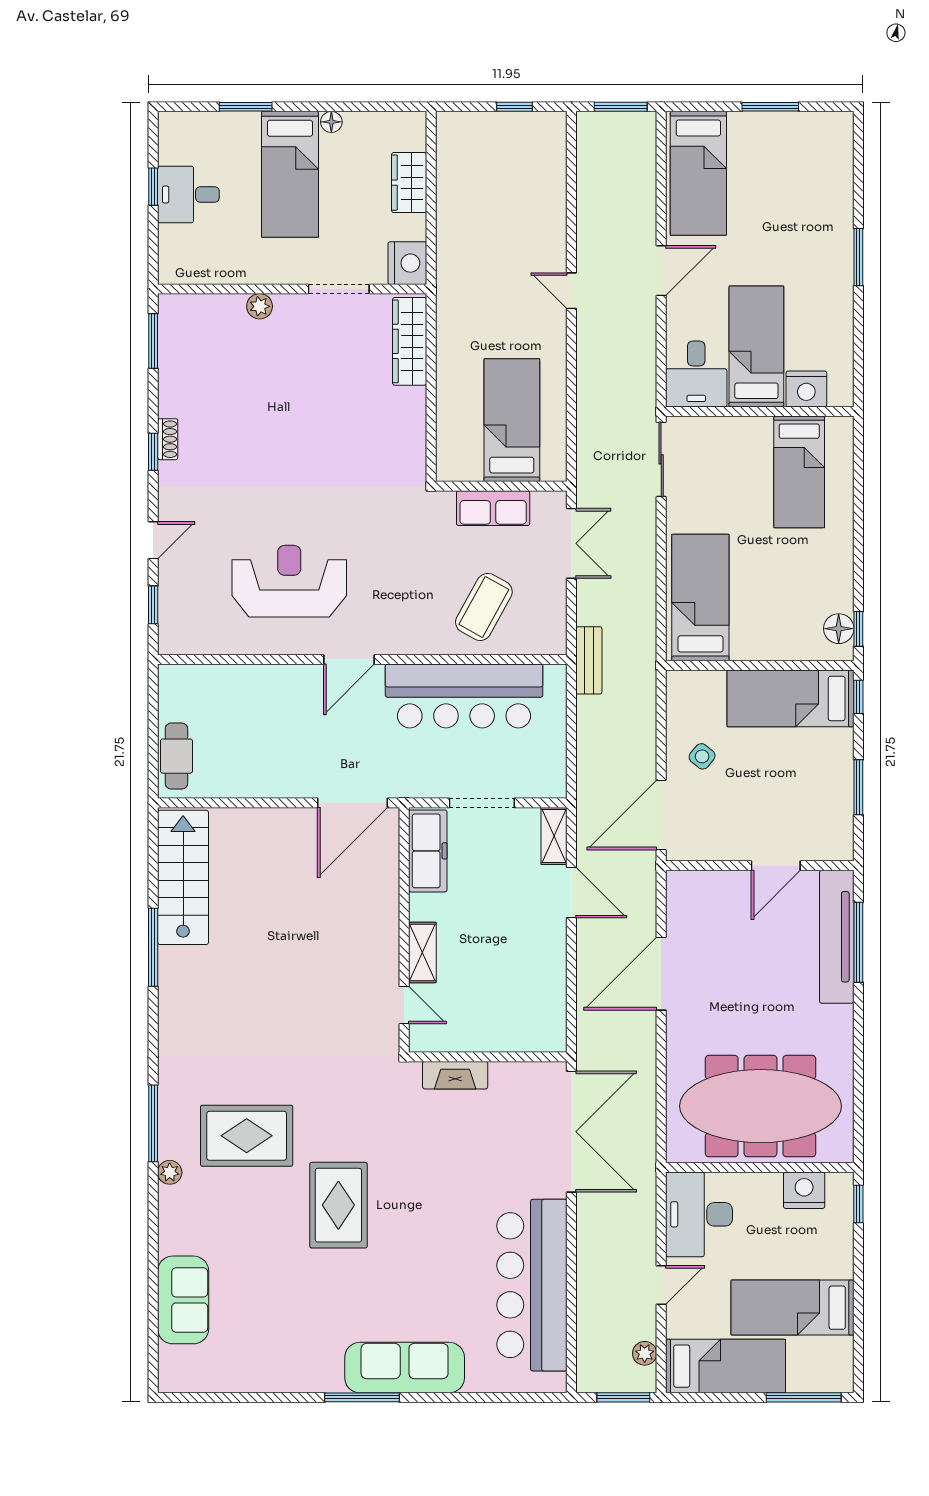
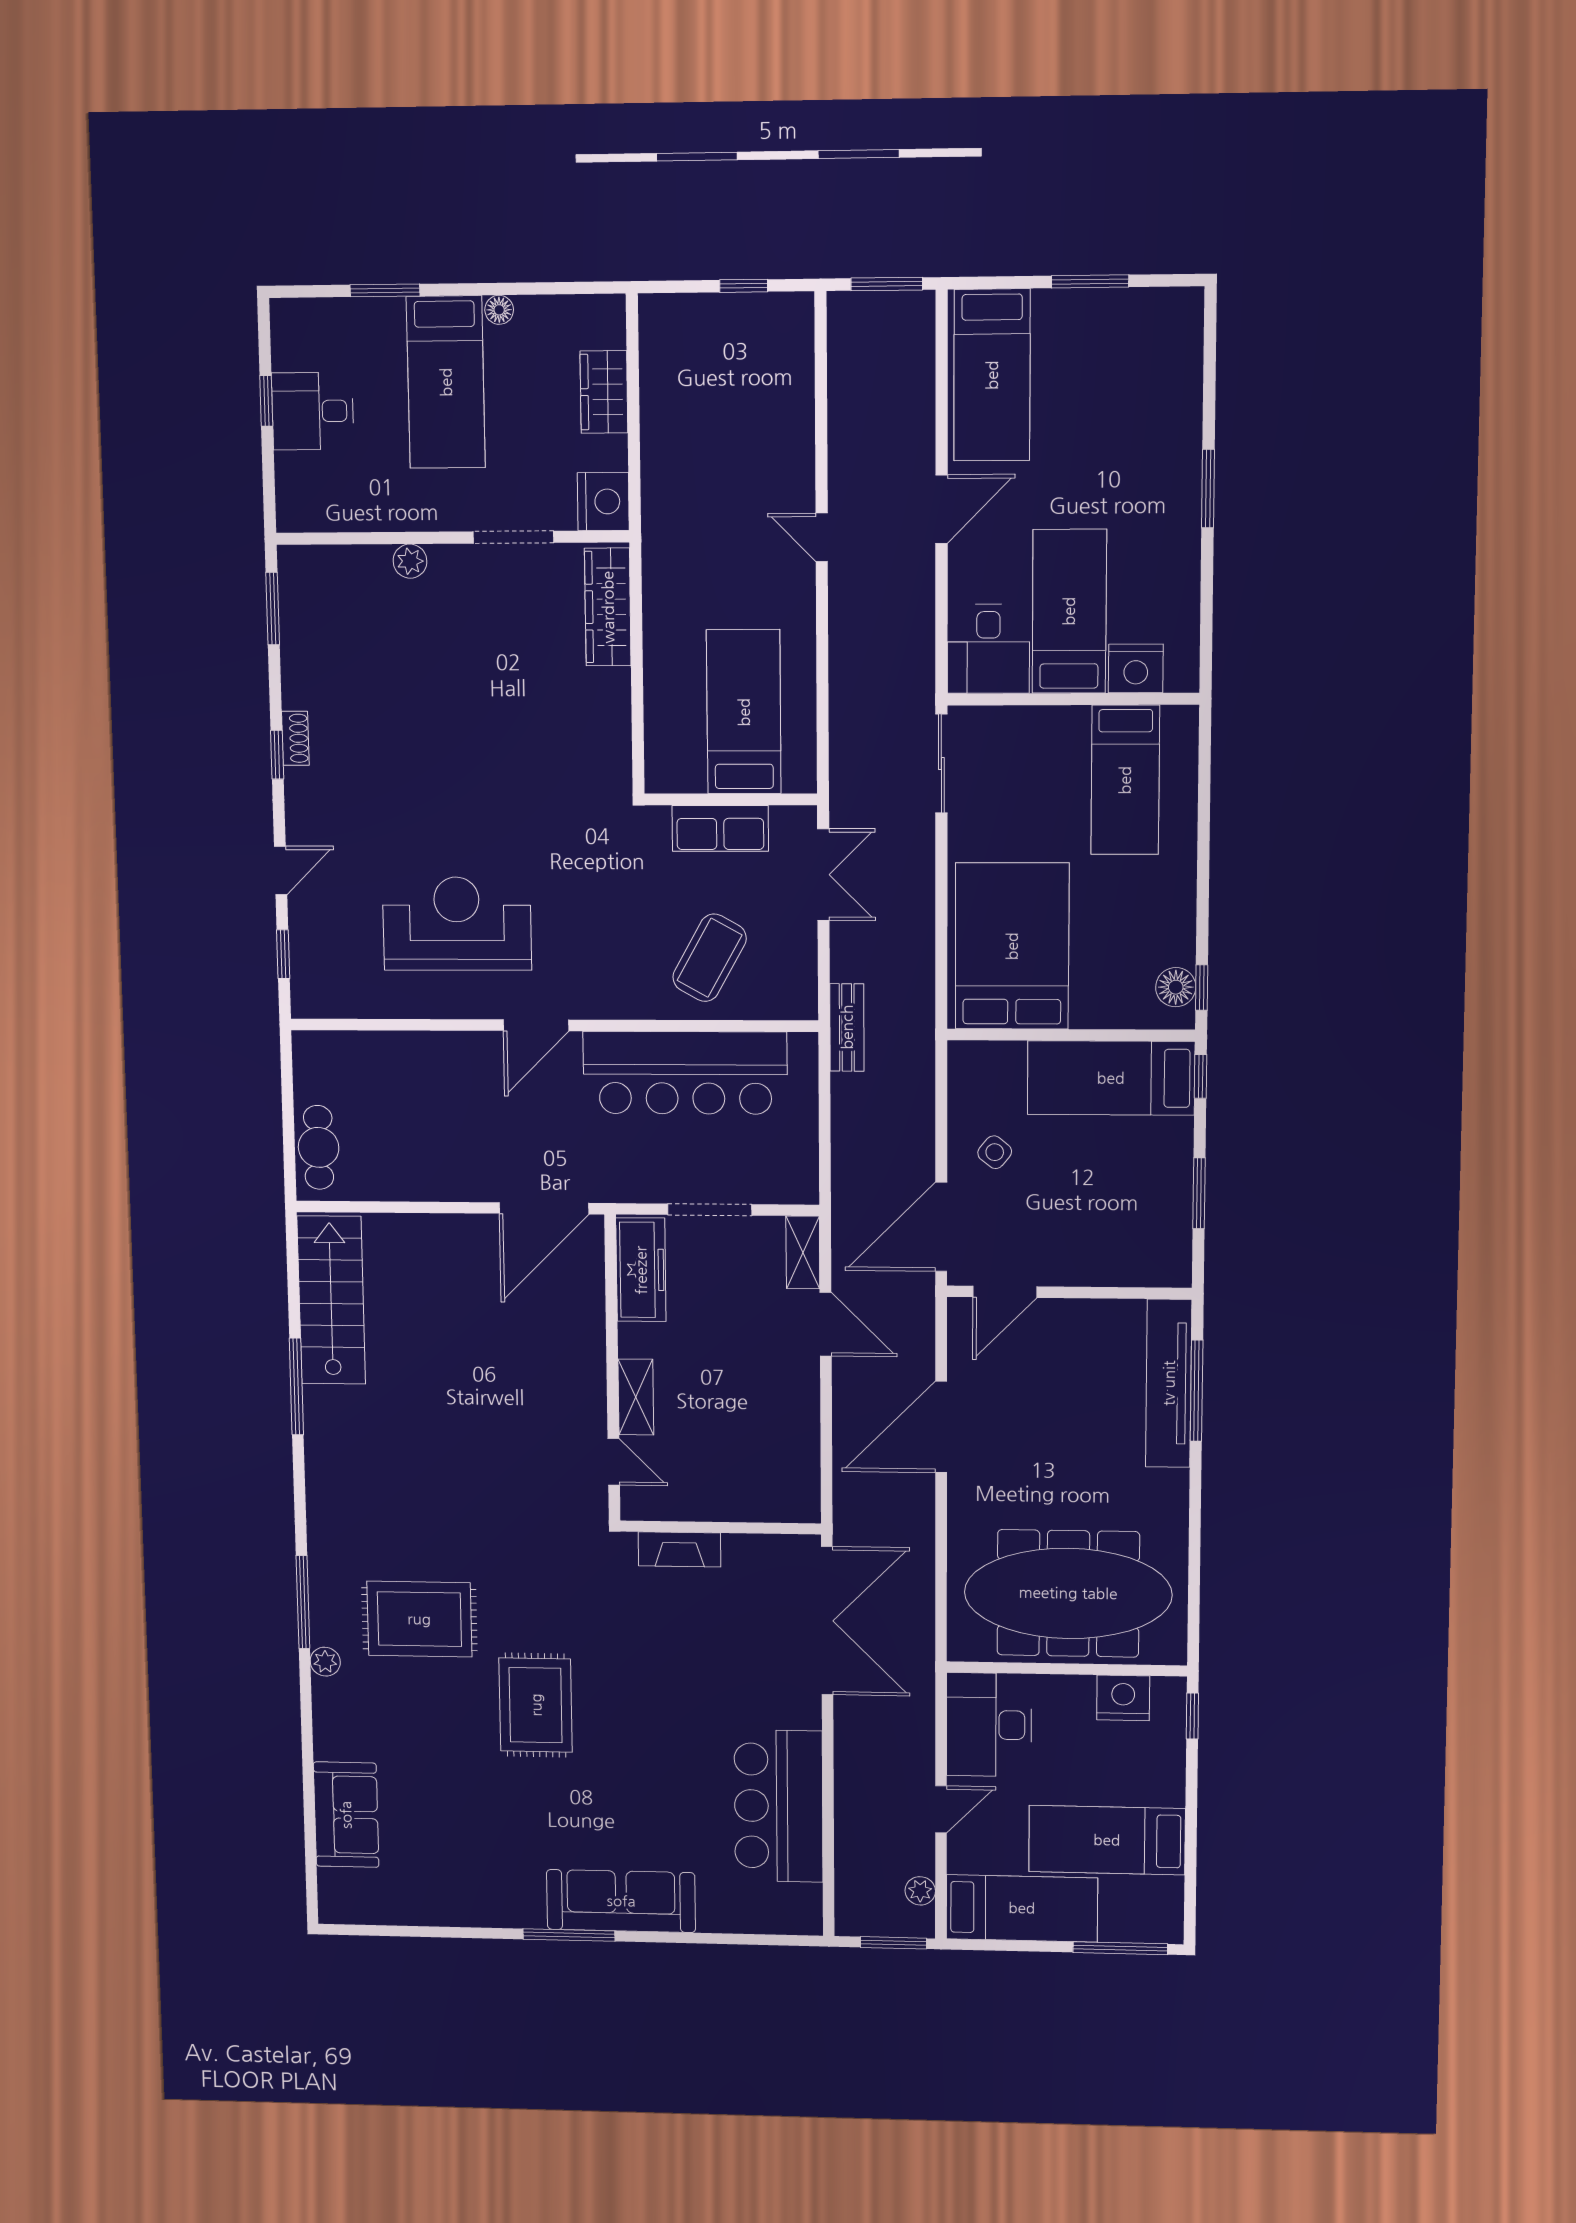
bed: (700, 598) -> (1012, 946), width x1.50
door: (776, 866) -> (1005, 1292), moved
bar counter: (532, 1285) -> (779, 1806), width x0.73

